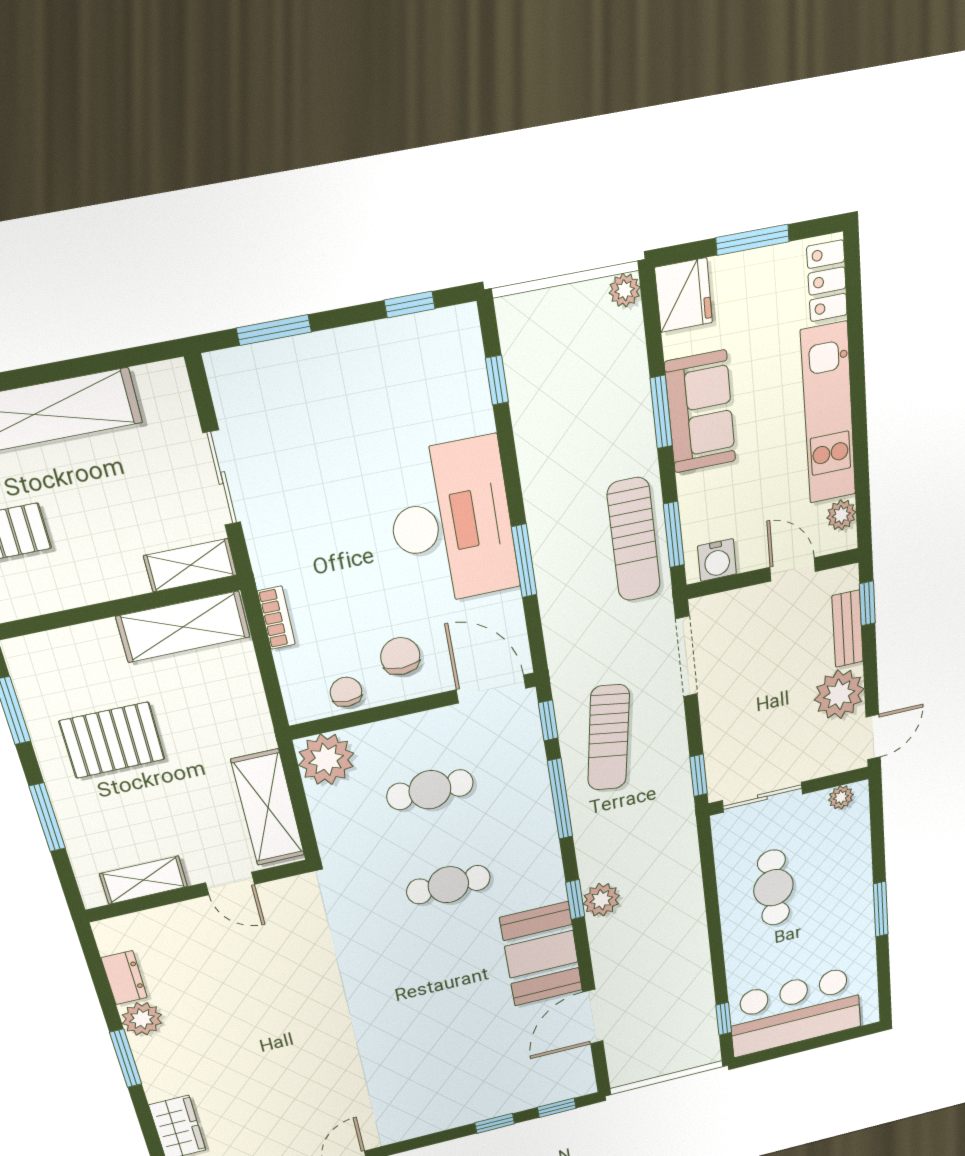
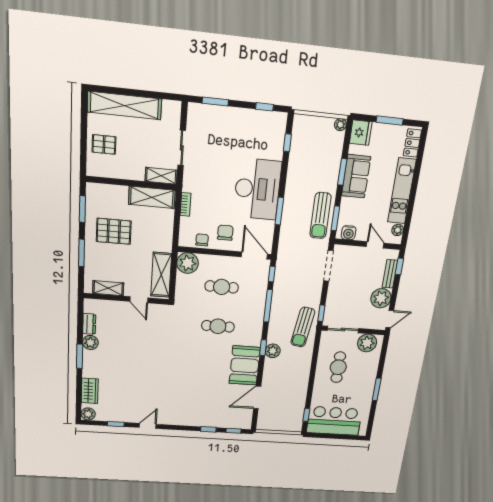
sun lounger: (609, 738) -> (303, 327), moved
plant: (841, 797) -> (367, 343), width x1.88, depth x1.88

